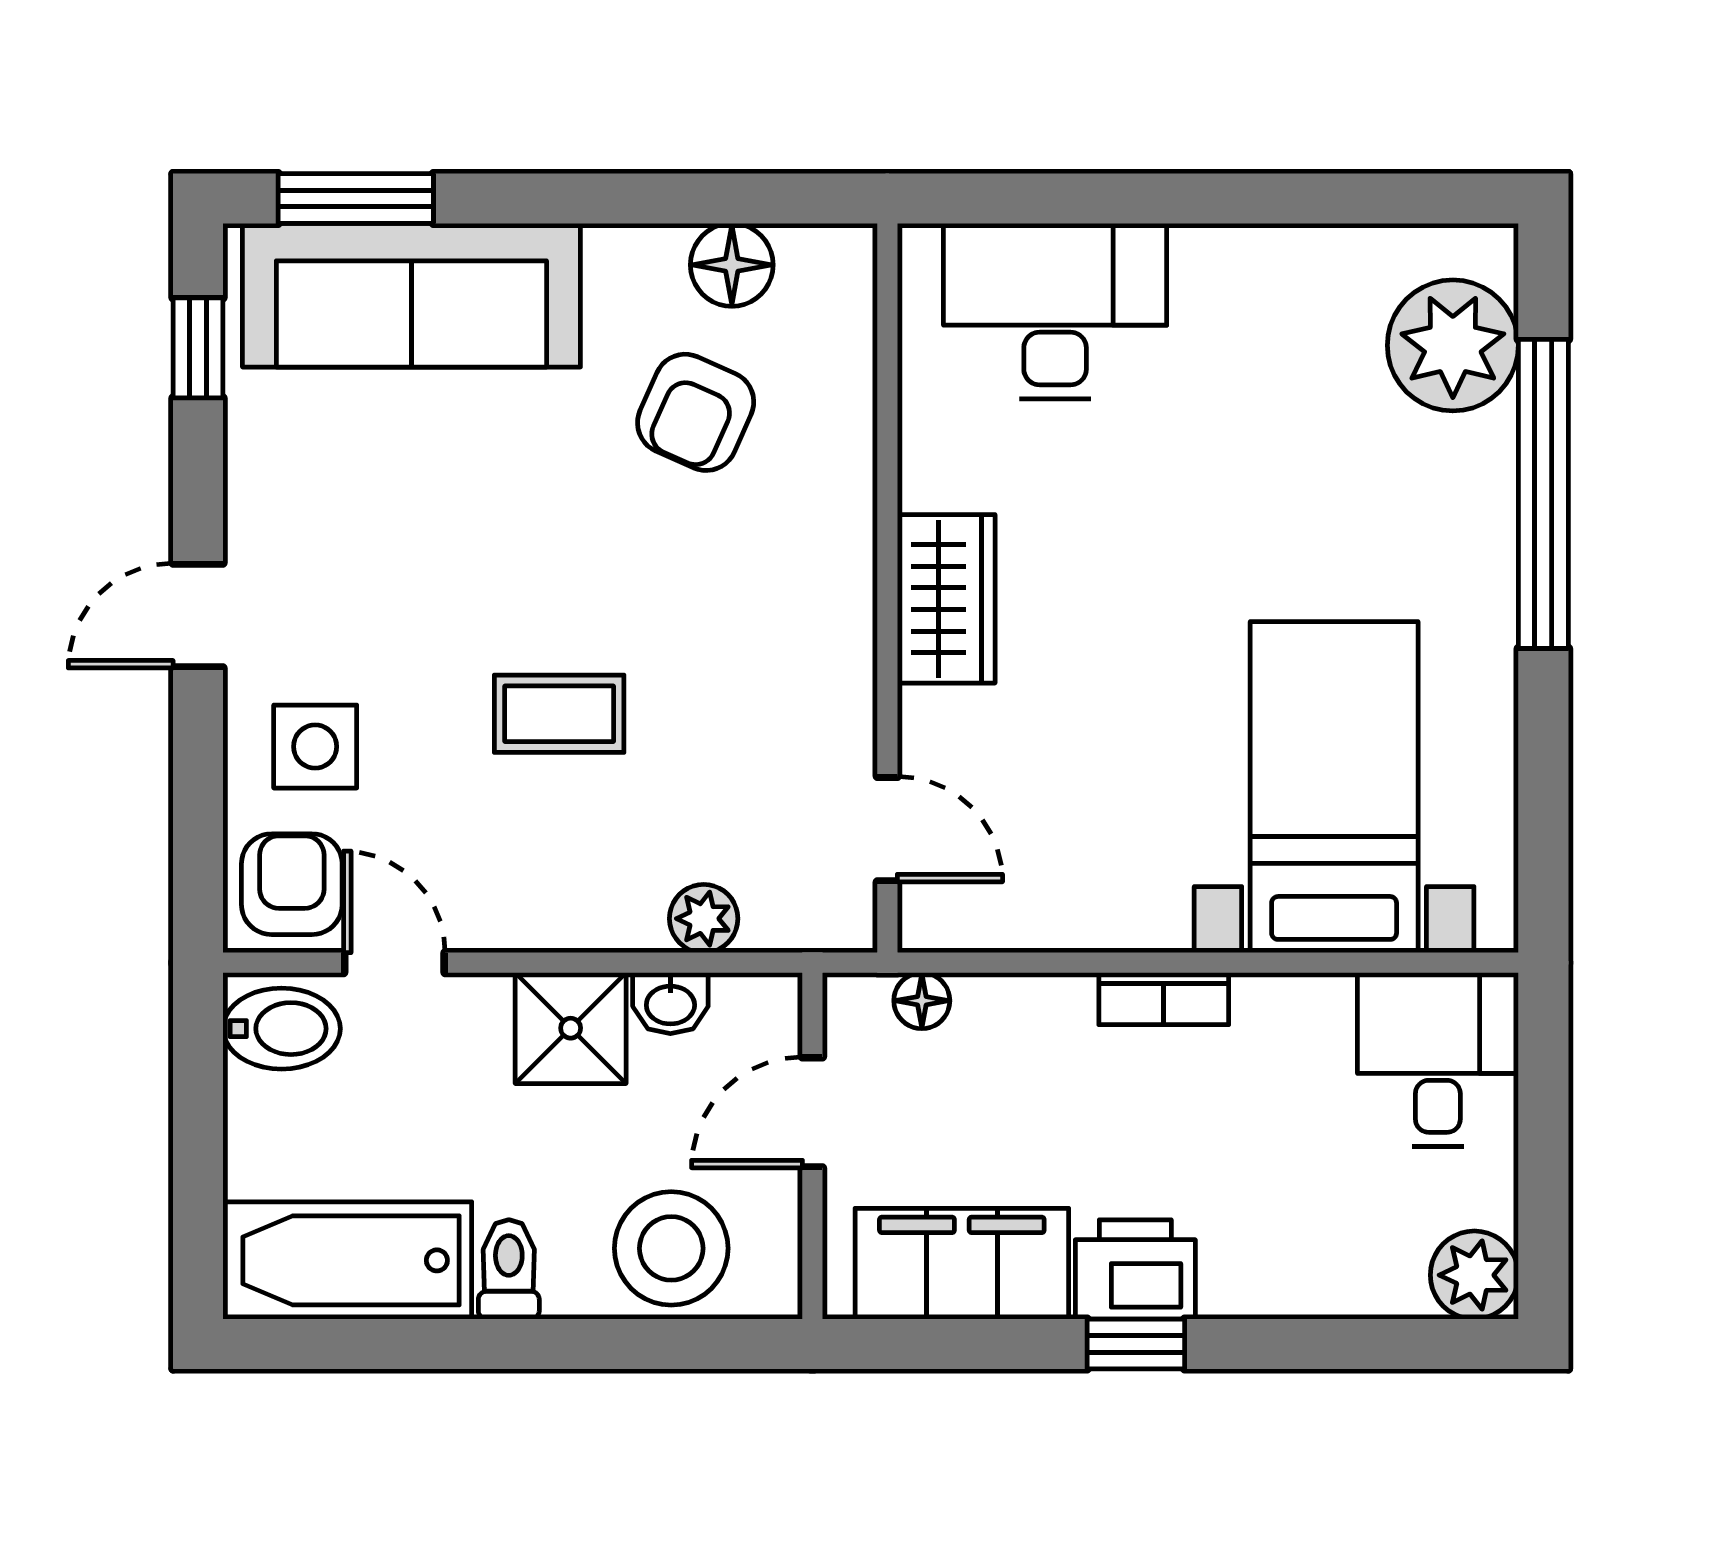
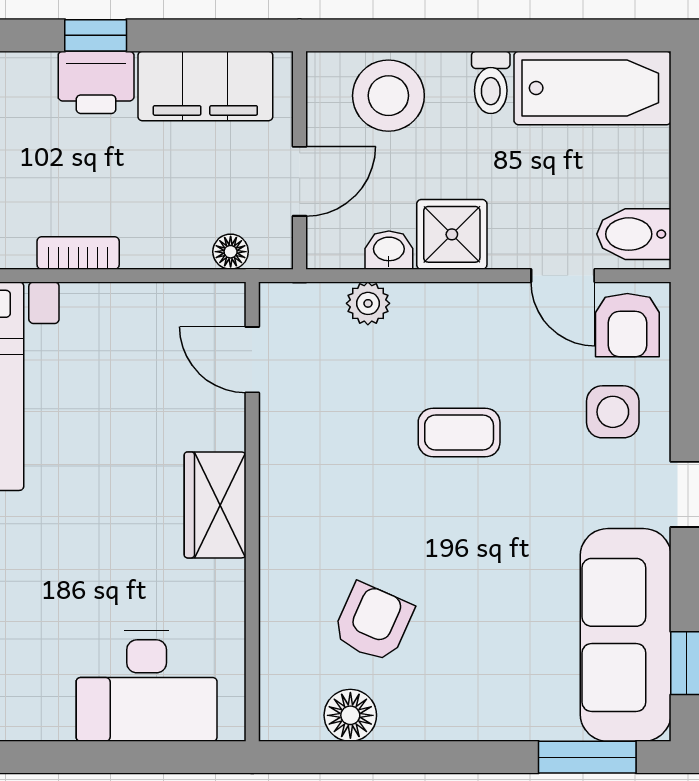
sofa: (411, 295) -> (626, 635), moved, turned -90

